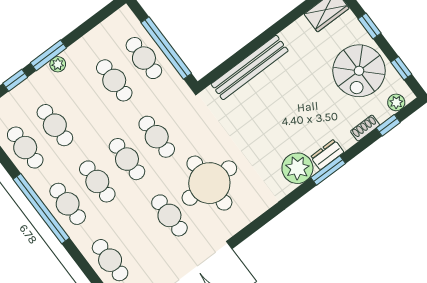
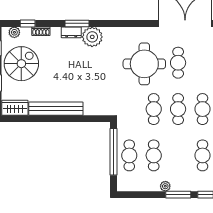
plant: (58, 64) -> (165, 186), moved
bench: (250, 67) -> (56, 109), moved

